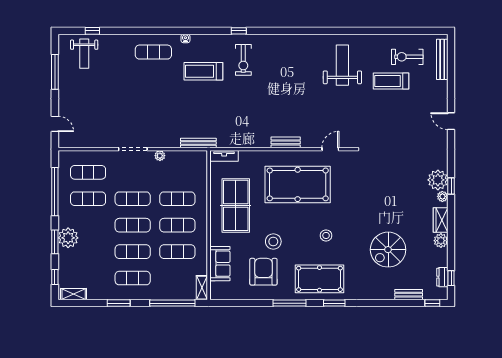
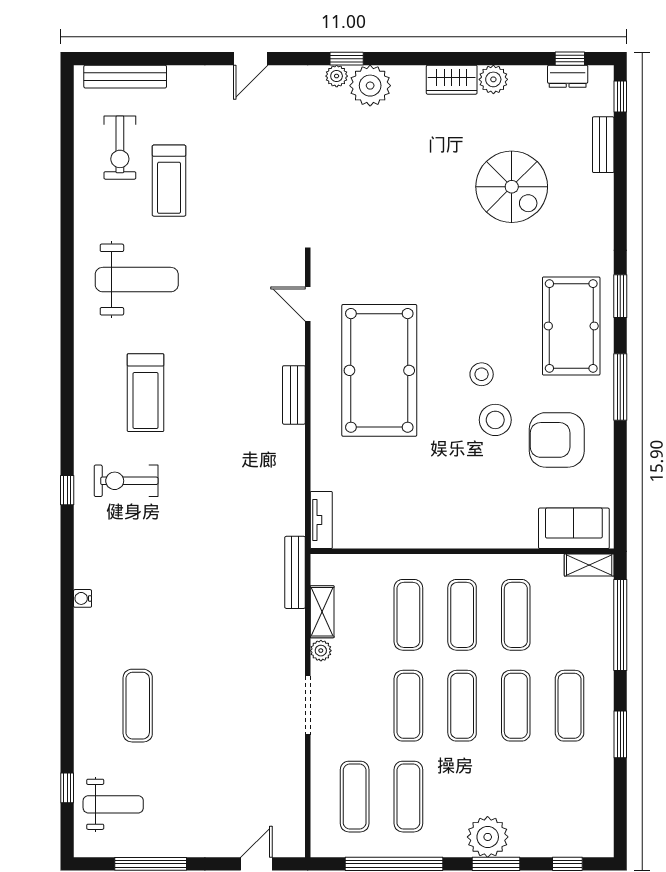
exercise mat: (153, 52) -> (138, 706), moved
exercise bike: (243, 60) -> (126, 481), turned 180
weight bench: (342, 65) -> (137, 280), turned 180
treadmill: (203, 71) -> (146, 393), moved
window: (451, 186) -> (347, 59), moved
plant: (442, 196) -> (337, 76), moved
table tennis table: (236, 205) -> (422, 496), removed
stool: (326, 235) -> (482, 374), moved
sofa: (220, 264) -> (574, 528), moved
shelving: (74, 294) -> (322, 612), moved

